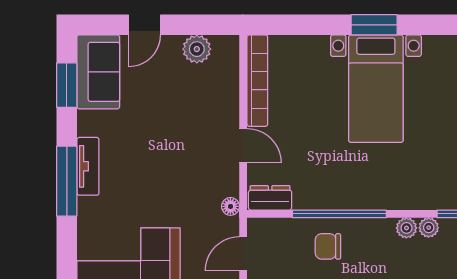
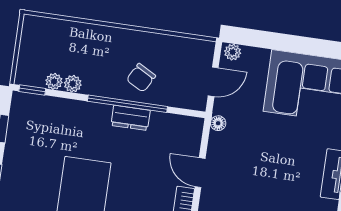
dresser: (270, 198) -> (131, 118), moved
chair: (328, 246) -> (141, 78), turned 119

